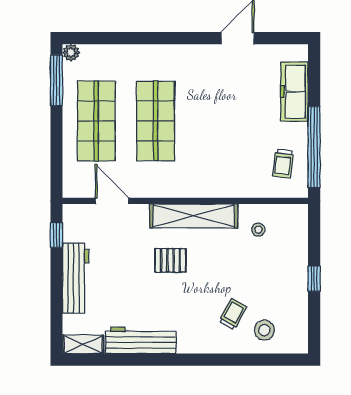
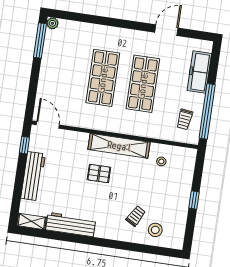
shop shelf: (96, 121) -> (143, 84), moved
door: (112, 201) -> (48, 125), moved

